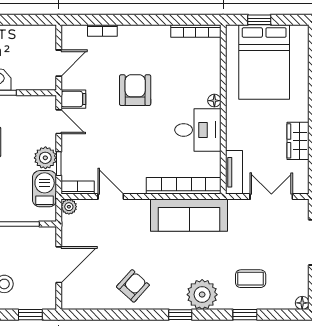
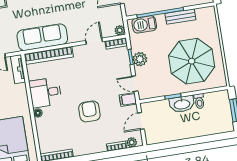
plant: (78, 32) -> (132, 142), added
armchair: (135, 90) -> (89, 111), turned 180
barbecue: (45, 189) -> (144, 24), moved, turned 90
door: (111, 197) -> (94, 41), swing flipped

